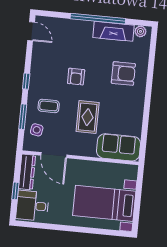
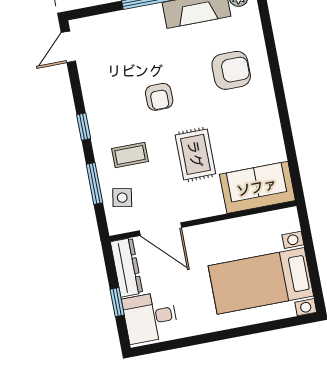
door: (31, 31) -> (68, 47), swing flipped

